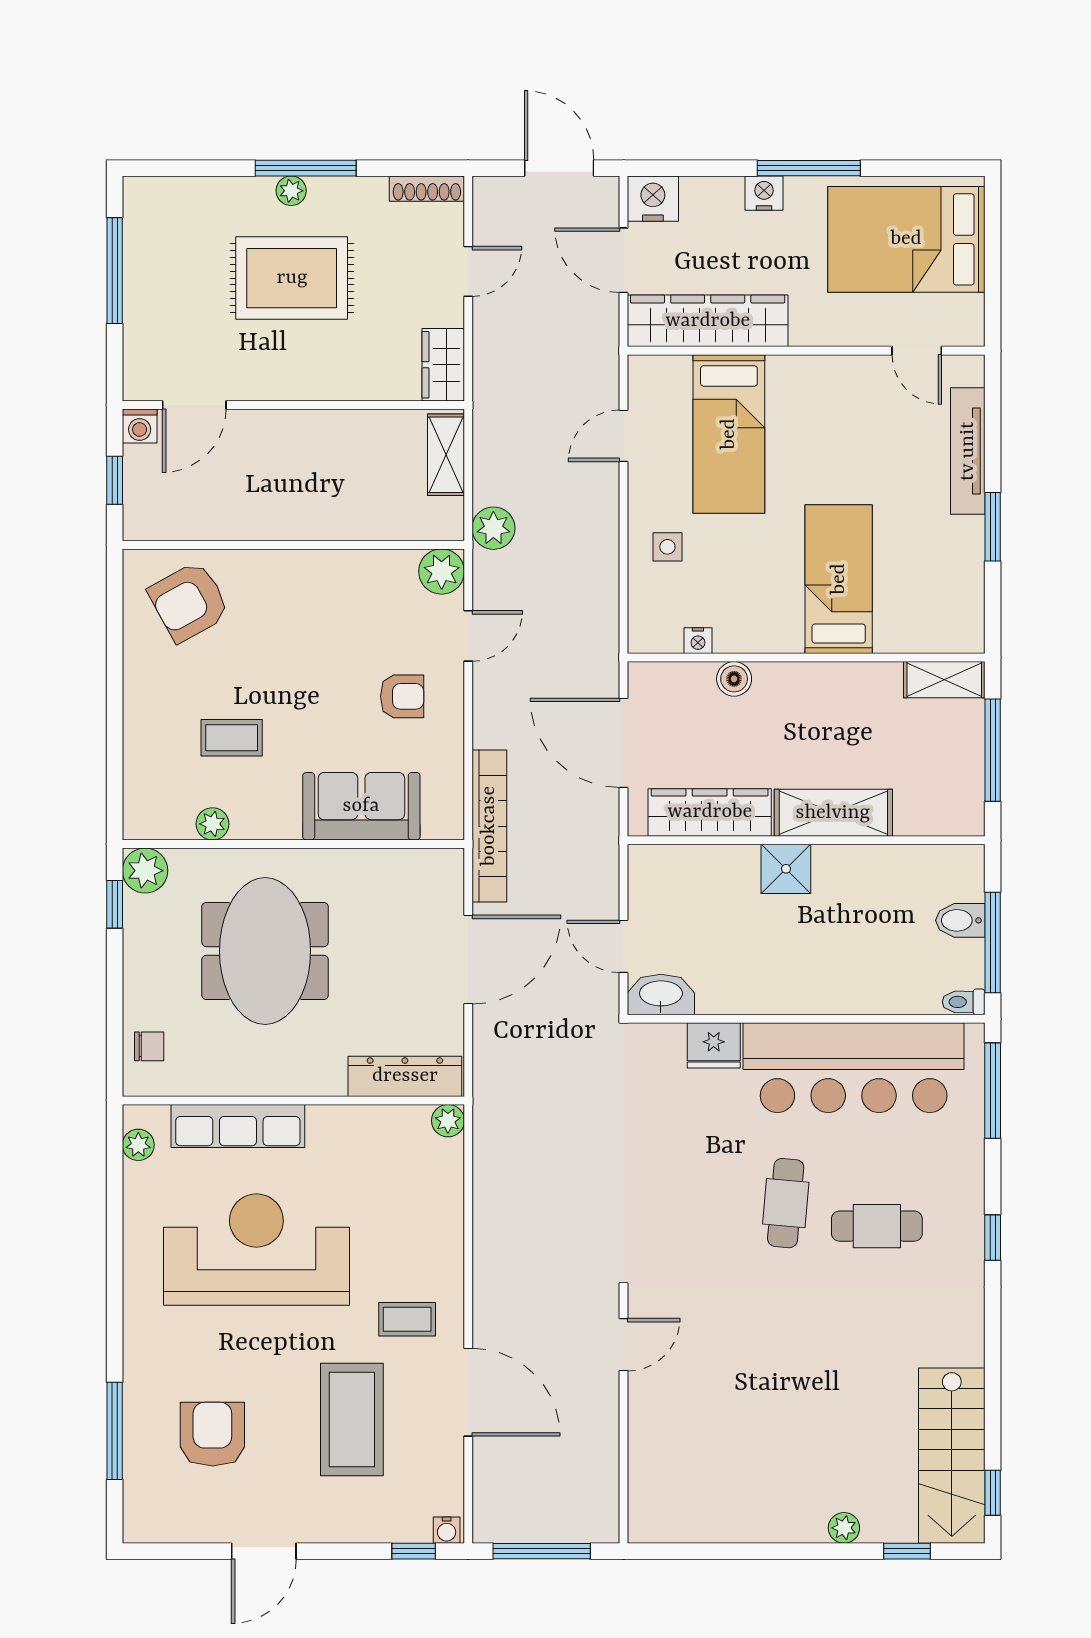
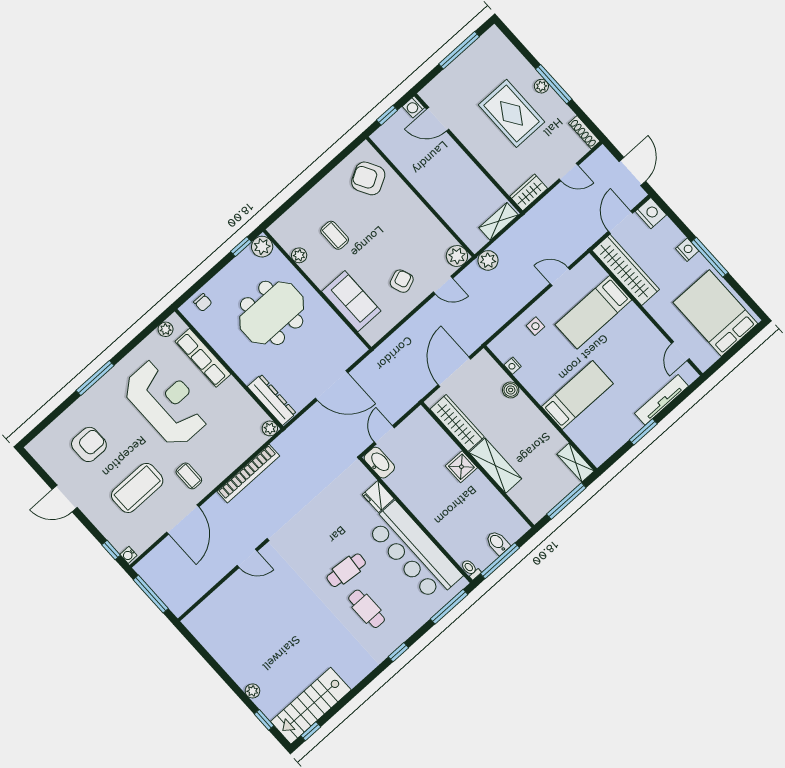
armchair: (402, 696) -> (402, 281), turned -111
bookcase: (489, 826) -> (248, 474), moved
window: (115, 1431) -> (95, 378), moved

